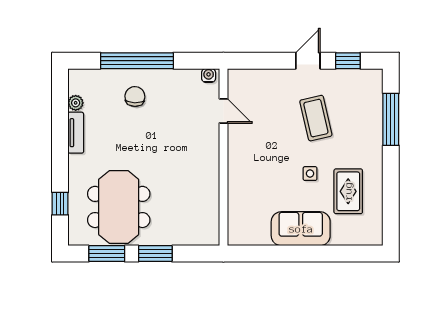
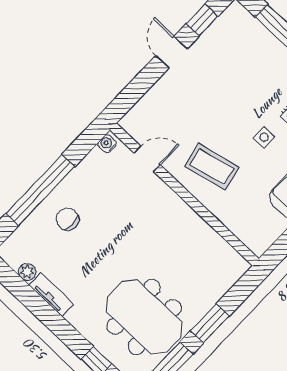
coffee table: (316, 118) -> (212, 167), moved

